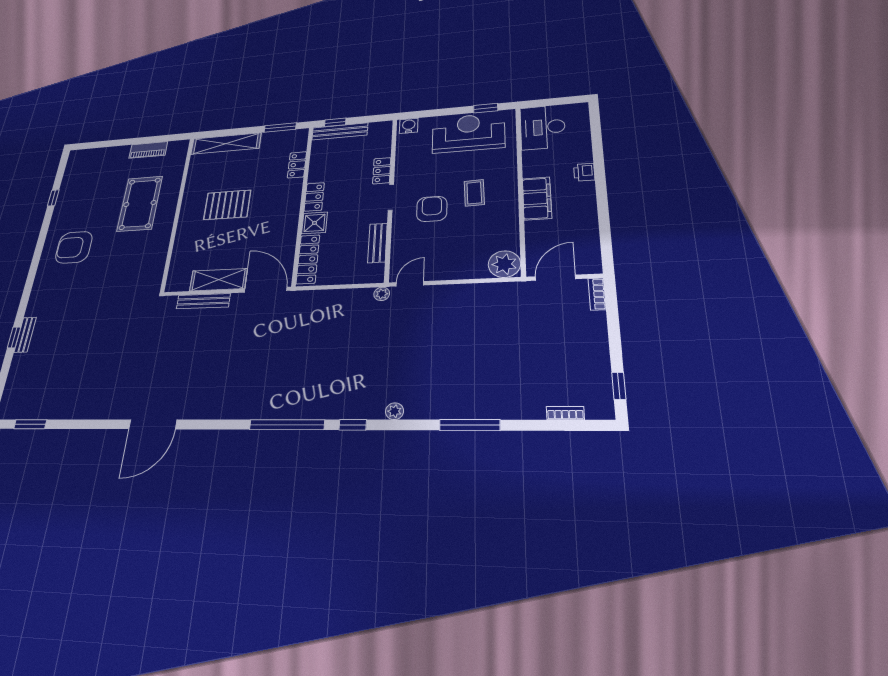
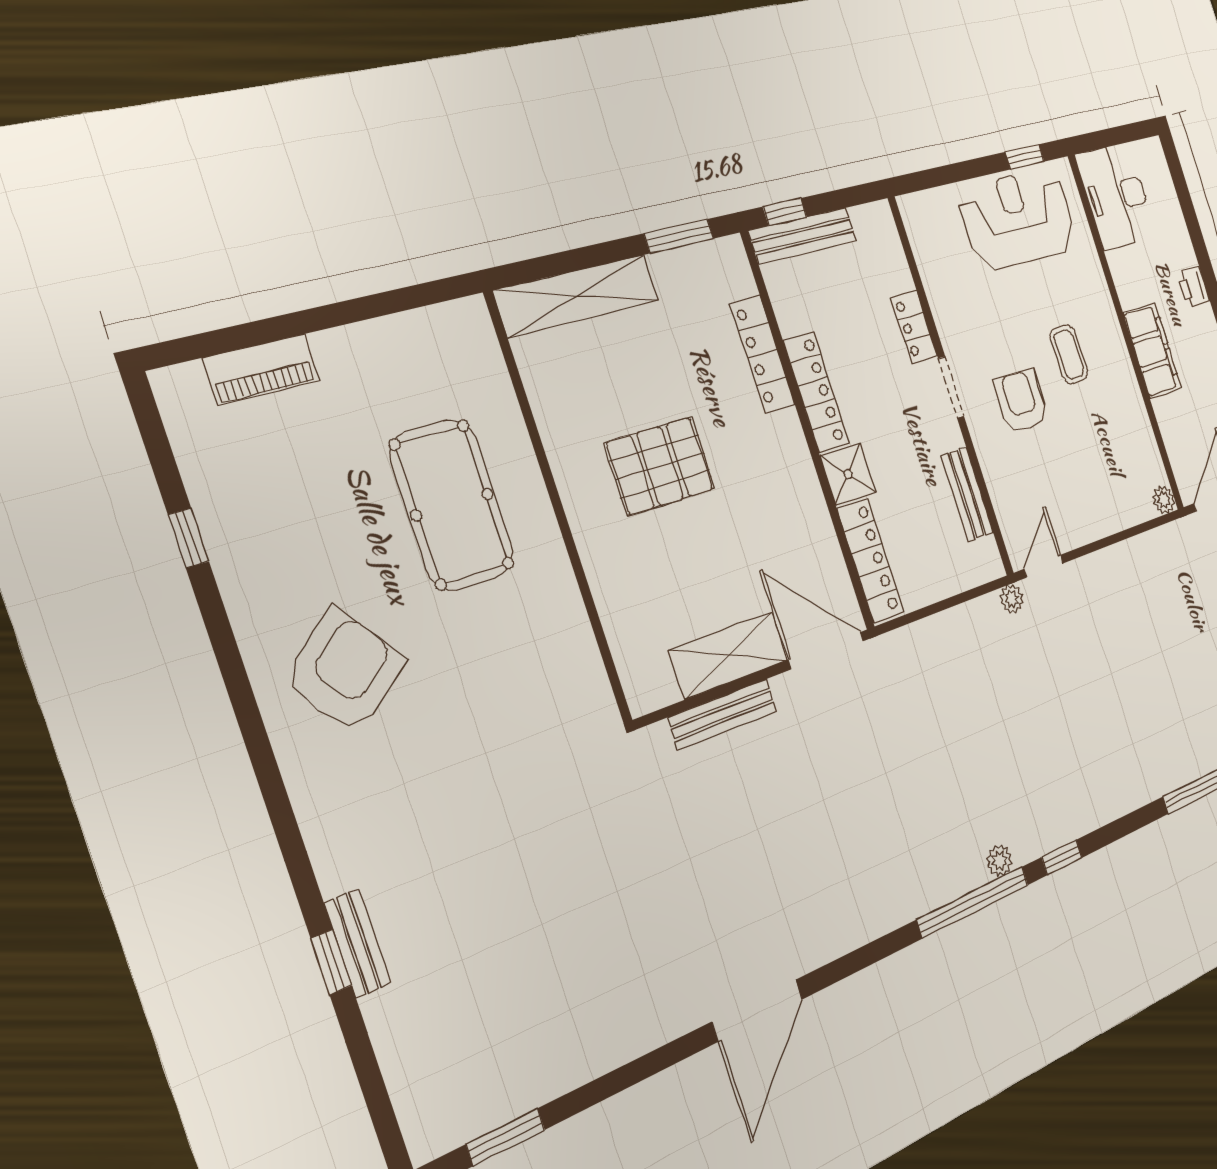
water cooler: (409, 126) -> (919, 210), removed
piano: (148, 150) -> (261, 369), moved
locker: (297, 165) -> (763, 354), width x1.53
locker: (314, 197) -> (816, 392), width x1.53
armchair: (74, 247) -> (345, 671), turned 143
plant: (504, 264) -> (1164, 500), width x0.53, depth x0.53
plant: (395, 411) -> (999, 861), moved

